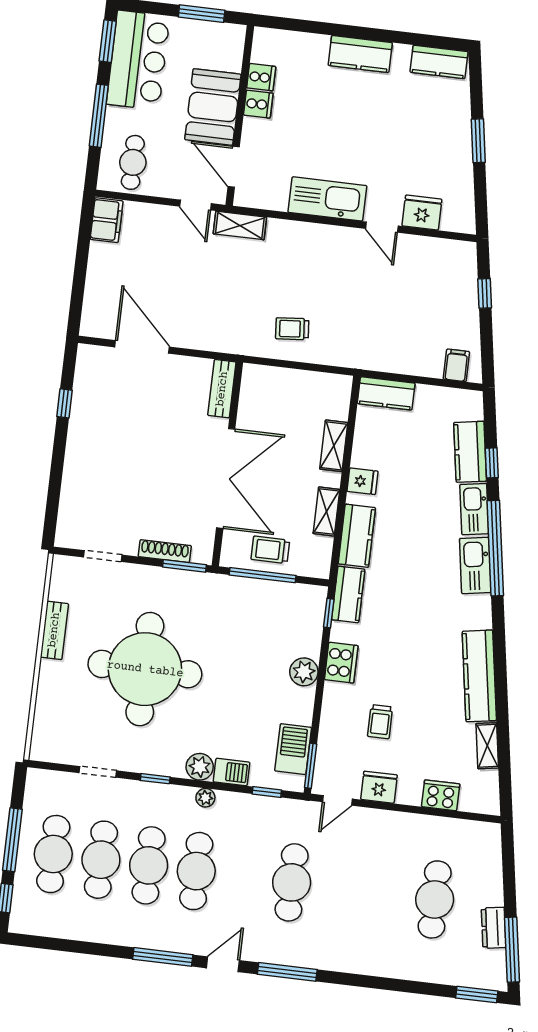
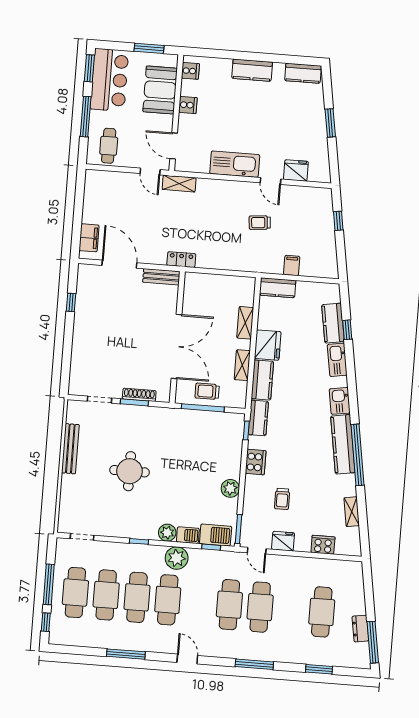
cooker: (261, 77) -> (190, 71), moved
booth: (213, 107) -> (160, 90), moved
filing cabinet: (107, 220) -> (89, 238), moved
trolley: (292, 329) -> (260, 223), moved
locker: (238, 344) -> (181, 260), added
filing cabinet: (456, 365) -> (292, 265), moved
bench: (222, 389) -> (161, 277), moved, turned 90
fridge: (362, 481) -> (268, 345), width x1.88, depth x1.34
window: (495, 548) -> (357, 455), moved
kitchen sink: (475, 565) -> (340, 401), width x0.73
window: (184, 566) -> (134, 402), moved
bench: (54, 630) -> (70, 449), width x1.36
round table: (145, 669) -> (130, 471), width x0.54, depth x0.54
plant: (304, 672) -> (230, 488), moved
kitchen counter: (479, 676) -> (343, 444), moved
barbecue: (293, 749) -> (216, 535), moved, turned 90
doorway: (98, 772) -> (82, 537), moved
plant: (205, 798) -> (177, 558), width x1.88, depth x1.88
door: (337, 800) -> (257, 551), hinge flipped
cafe table: (339, 888) -> (260, 607), added
window: (163, 957) -> (126, 654), moved
door: (223, 964) -> (187, 659), hinge flipped
window: (287, 972) -> (254, 664), moved
window: (477, 994) -> (319, 669), moved

